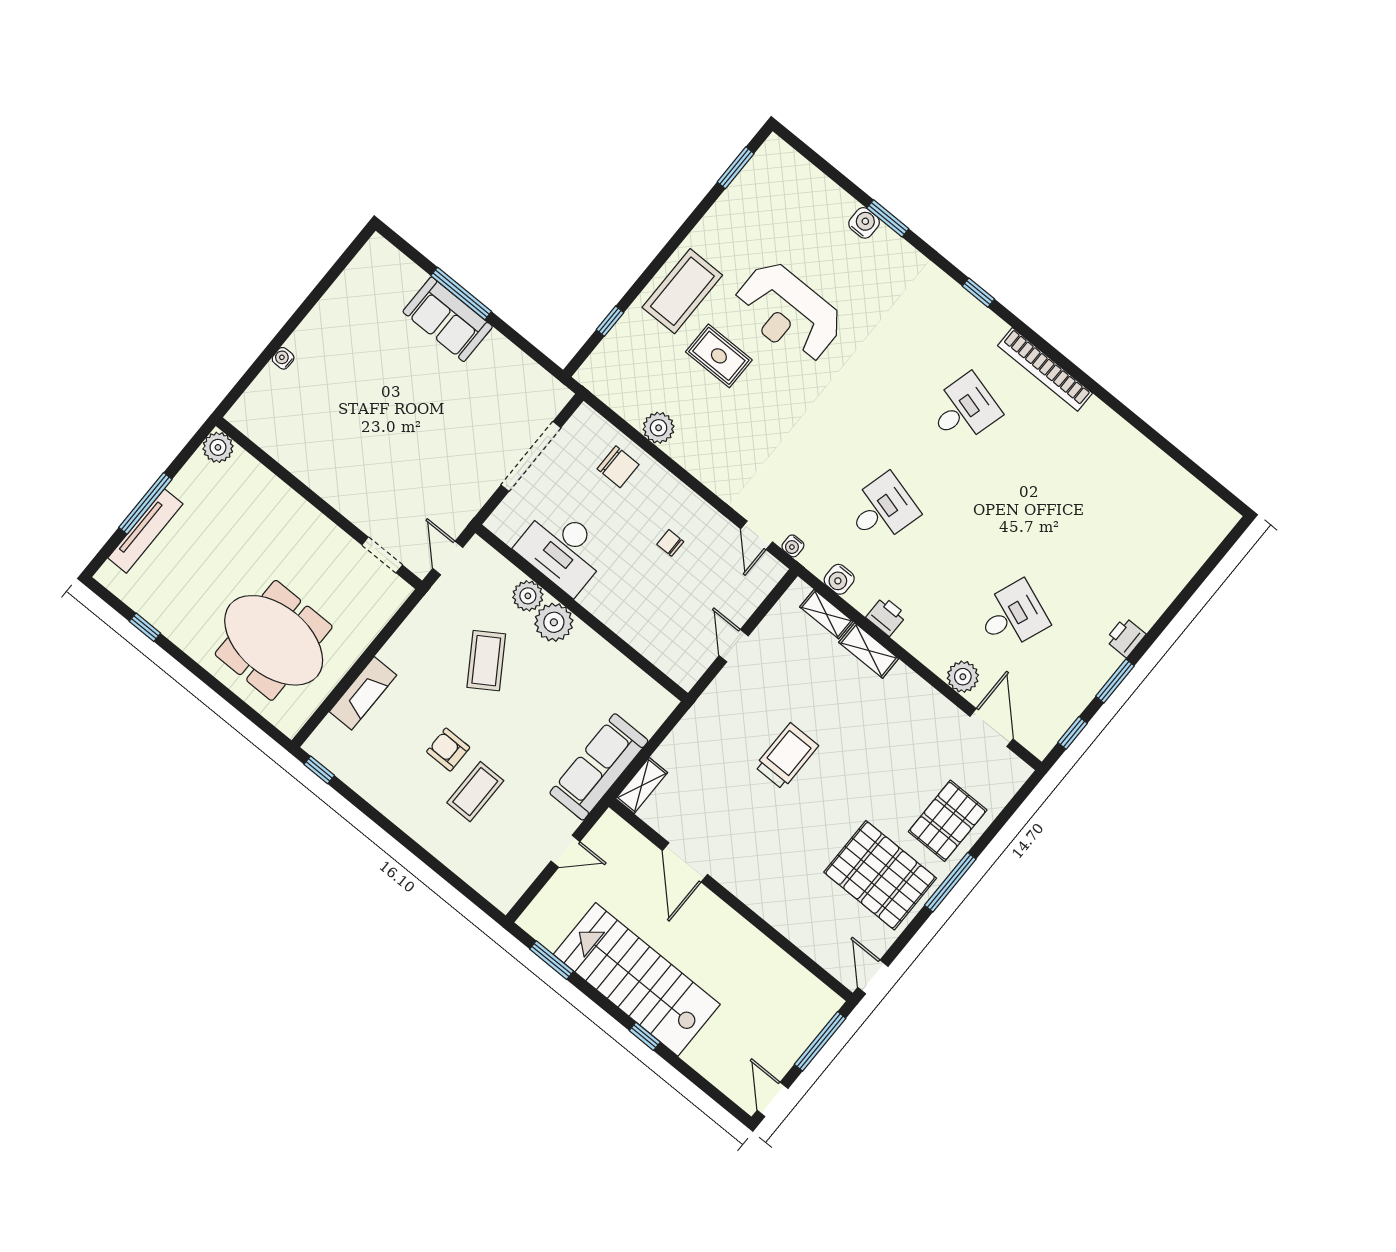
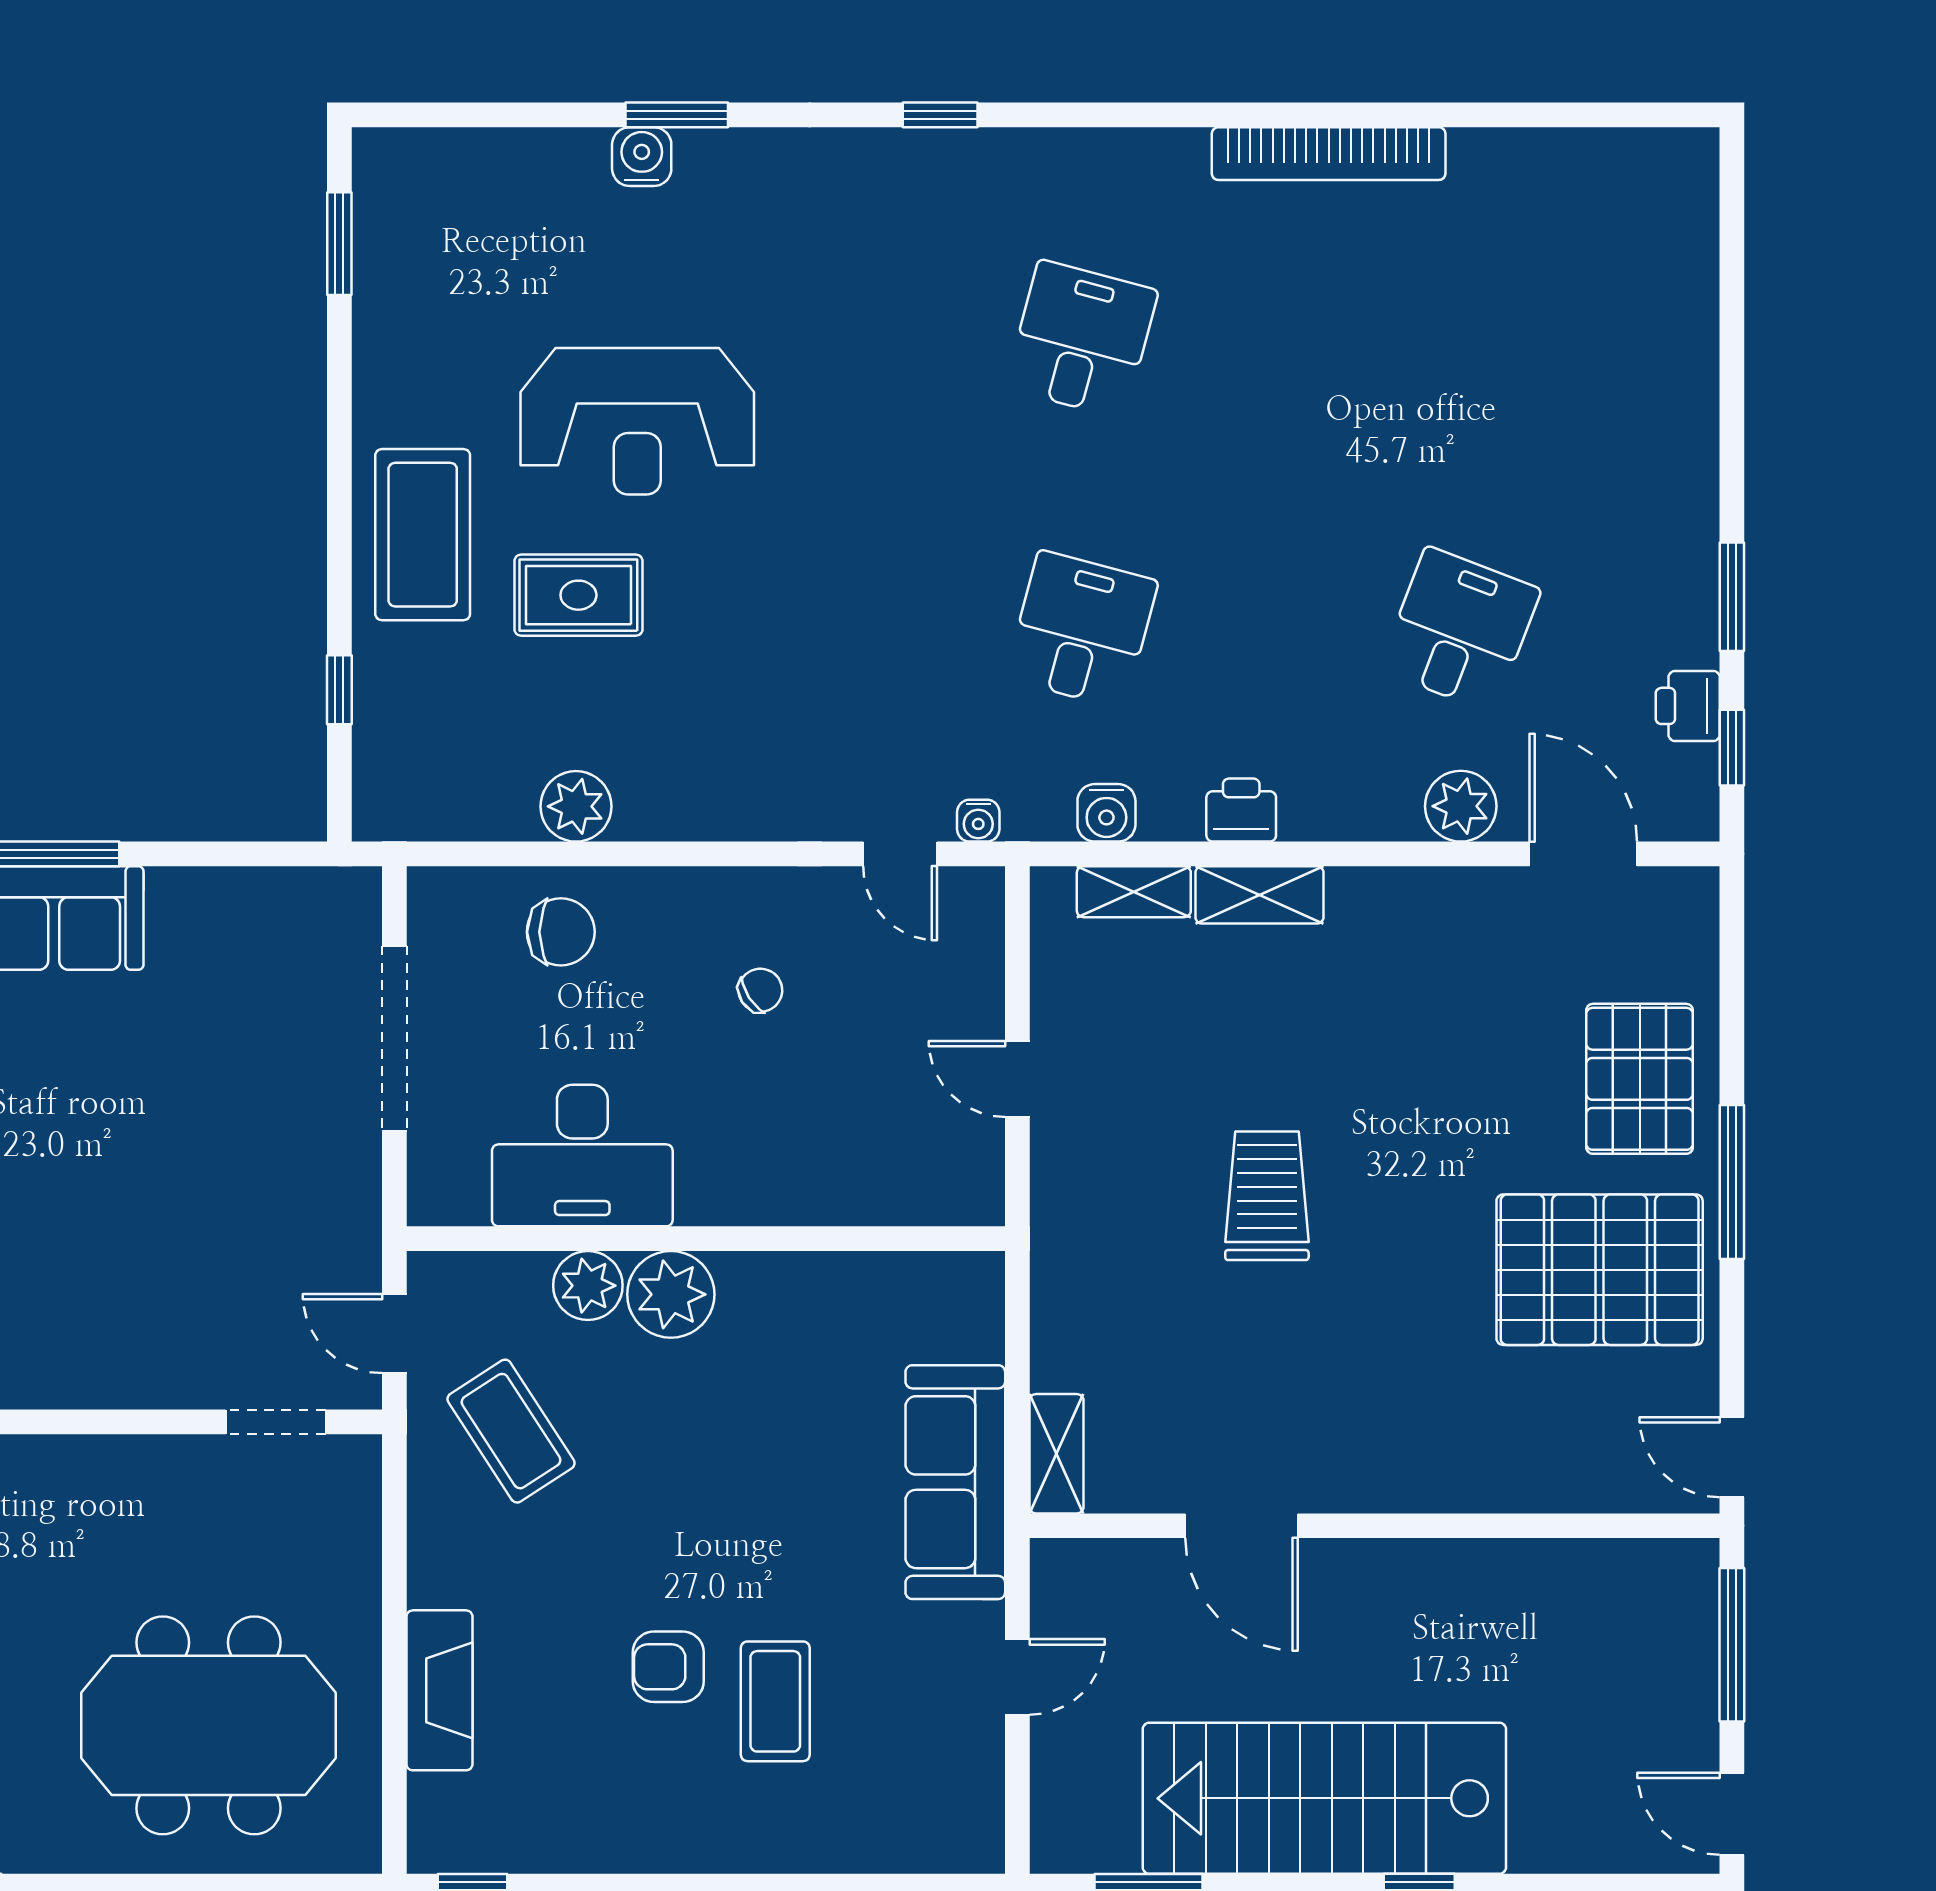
bookcase: (1045, 369) -> (1329, 154), moved
chair: (670, 543) -> (760, 990), turned 147
printer: (1125, 637) -> (1688, 706), moved
coffee table: (486, 661) -> (511, 1431), moved

